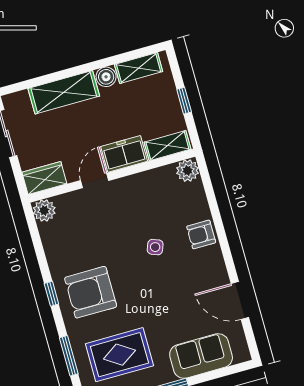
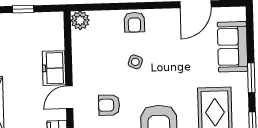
shelving: (167, 146) -> (56, 32), removed
door: (95, 180) -> (69, 97), hinge flipped
armchair: (97, 229) -> (109, 105), added

